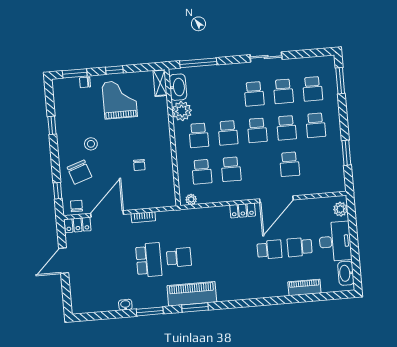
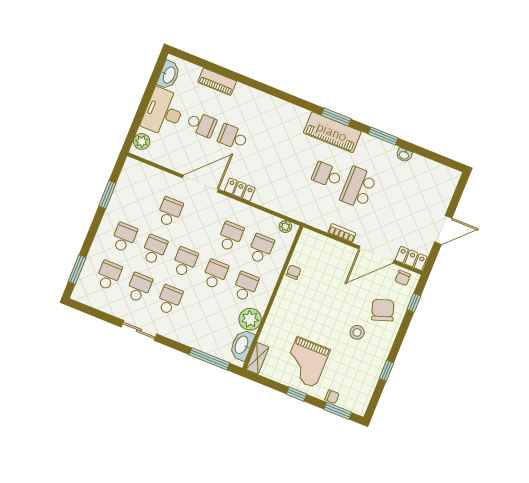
chair: (139, 165) -> (294, 272), moved

